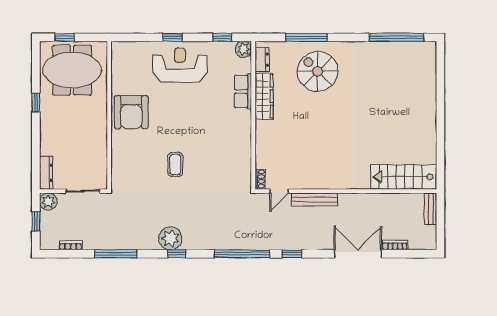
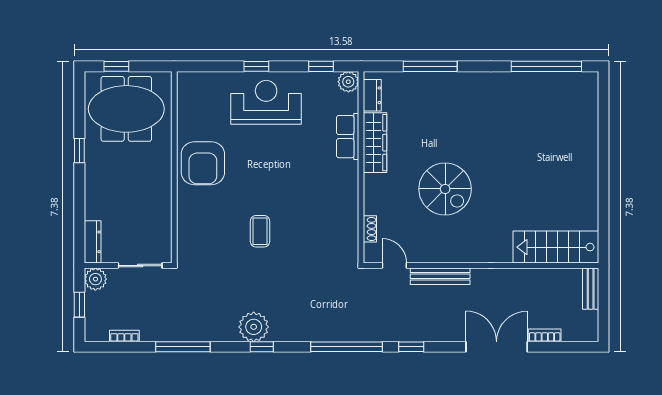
spiral stairs: (318, 71) -> (445, 189), moved, turned 180
shoe rack: (260, 179) -> (370, 229), moved
door: (279, 191) -> (394, 266), swing flipped

